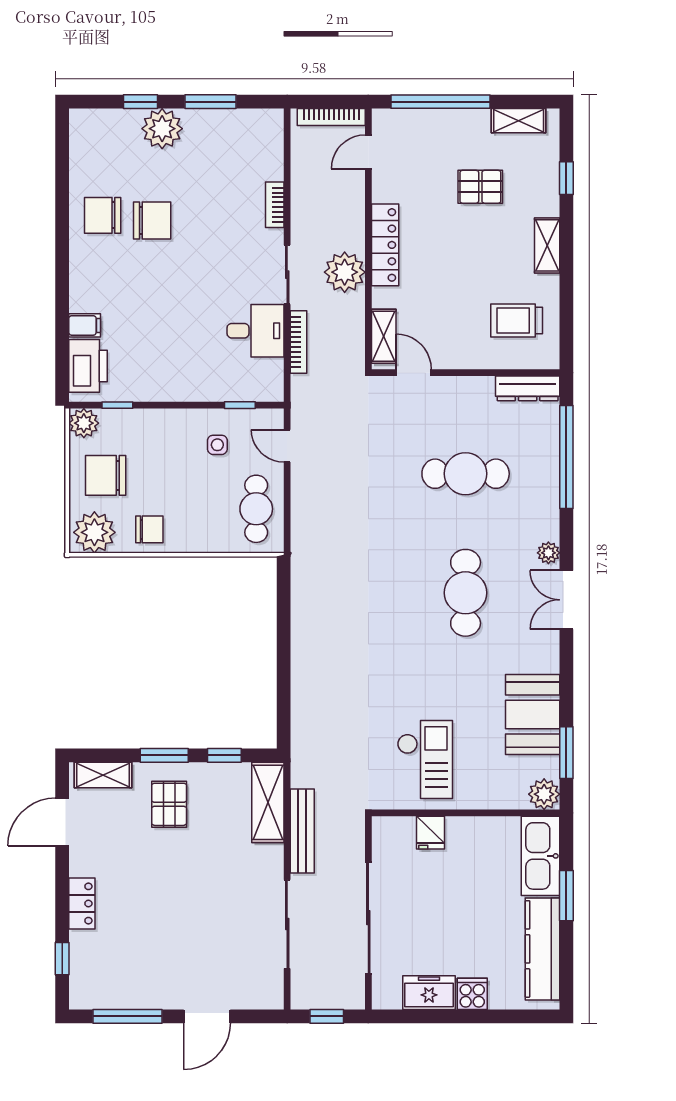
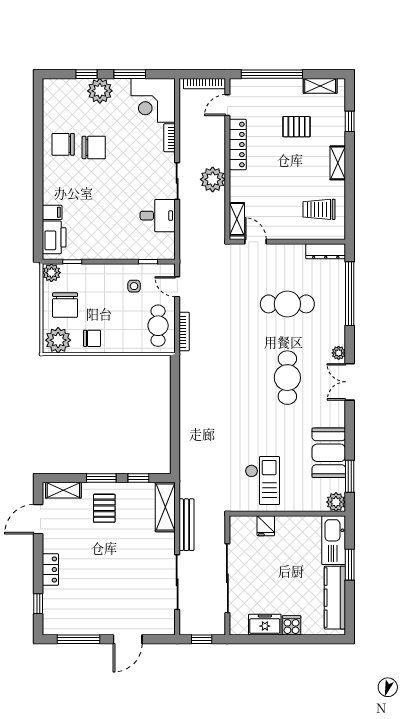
corner desk: (248, 144) -> (153, 100), added
locker: (385, 245) -> (238, 145), moved
bookcase: (299, 342) -> (184, 332), moved
chair: (106, 475) -> (65, 305), turned -90

